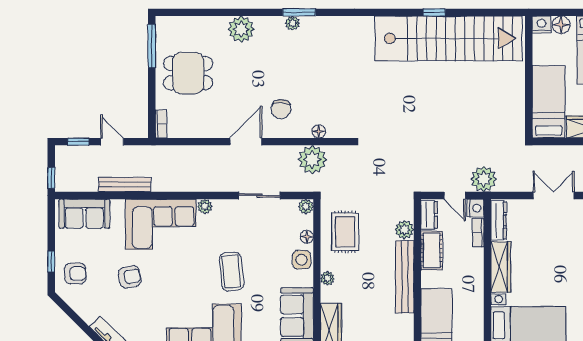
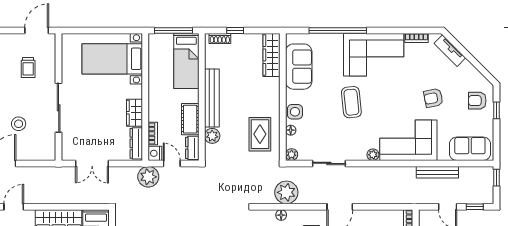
wardrobe: (501, 267) -> (135, 113), width x0.67
plant: (327, 278) -> (274, 97), removed

